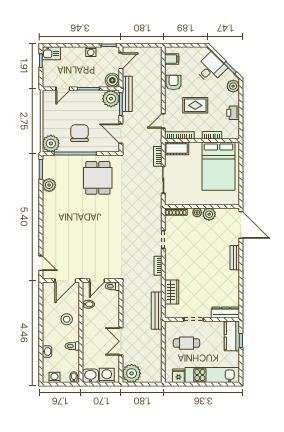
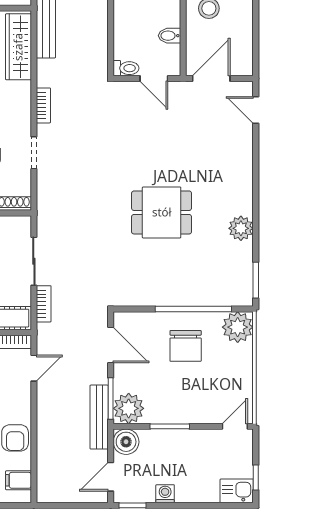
door: (63, 89) -> (235, 426), moved
dining table: (98, 178) -> (162, 212), moved, turned 90
plant: (49, 185) -> (241, 228), moved
door: (97, 281) -> (154, 79), swing flipped
wardrobe: (172, 292) -> (18, 47), width x1.50

